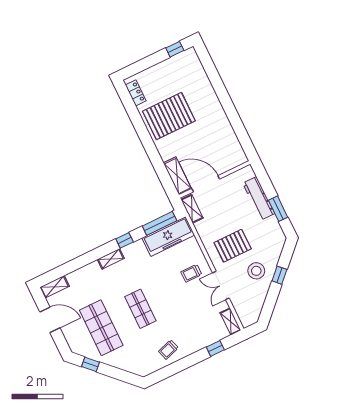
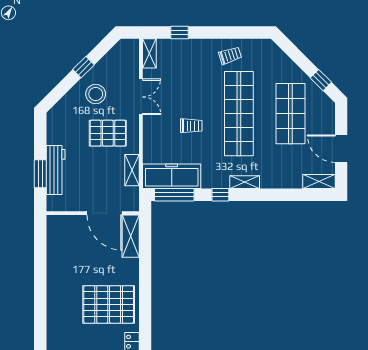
shelving: (192, 209) -> (132, 170), moved
window: (278, 209) -> (40, 174), moved
trolley: (191, 273) -> (191, 126), moved
window: (279, 275) -> (83, 67), moved
shop shelf: (140, 309) -> (239, 114), width x2.00, depth x1.36

